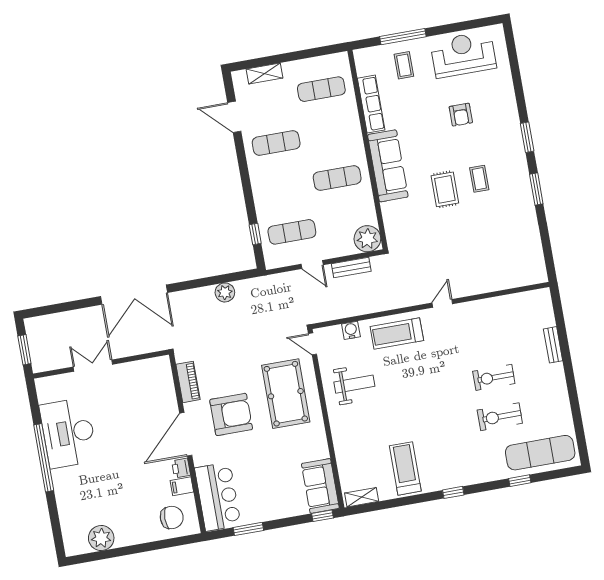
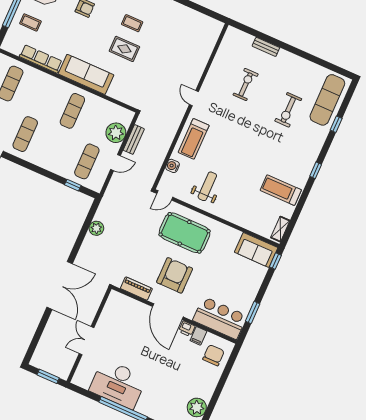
plant: (367, 239) -> (116, 133), moved
exercise bike: (494, 377) -> (246, 84), moved, turned 180

